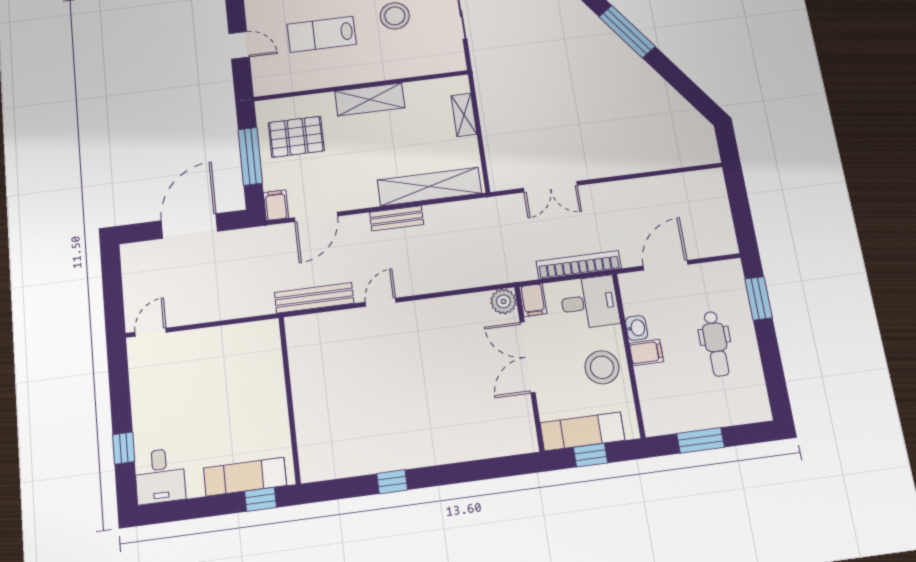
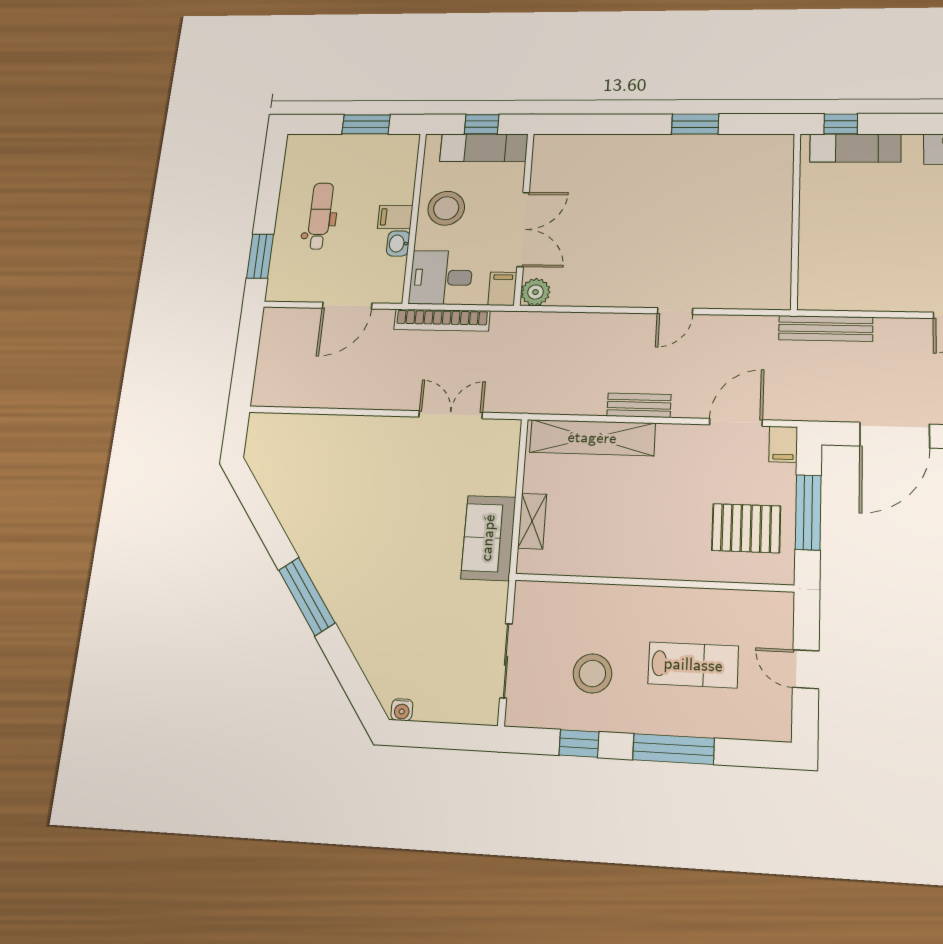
sofa: (496, 97) -> (488, 538), added
shelving: (370, 99) -> (645, 562), removed
bench: (314, 298) -> (826, 328), moved
window: (392, 482) -> (695, 124), width x1.50

